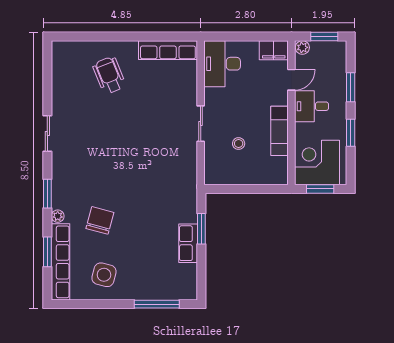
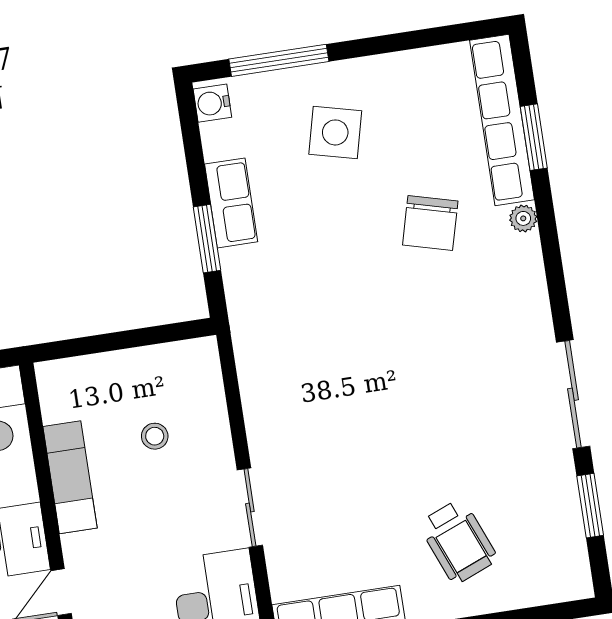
sliding door: (201, 124) -> (250, 508), moved
sliding door: (47, 134) -> (573, 394), width x1.37
window: (47, 194) -> (590, 506), moved
side table: (104, 275) -> (335, 132), moved
water cooler: (190, 289) -> (212, 103), added

